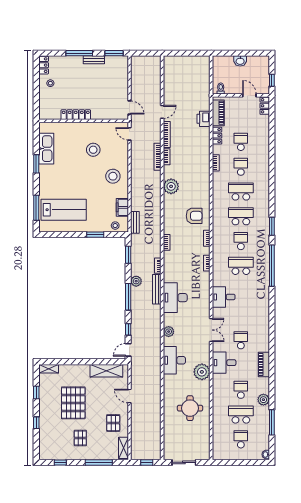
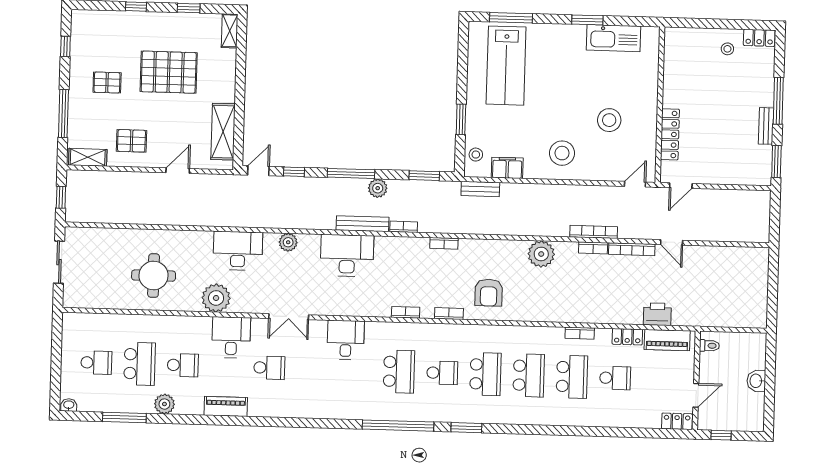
locker: (76, 115) -> (670, 134), moved
school desk: (241, 167) -> (572, 377), width x1.85
door: (128, 350) -> (258, 171), hinge flipped

